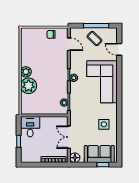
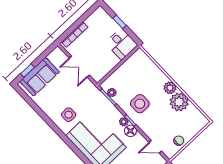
side table: (53, 79) -> (140, 104), added
plant: (29, 86) -> (179, 102), moved
side table: (104, 124) -> (69, 115), moved
double door: (69, 137) -> (79, 67), swing flipped
floor lamp: (75, 158) -> (130, 131), moved

